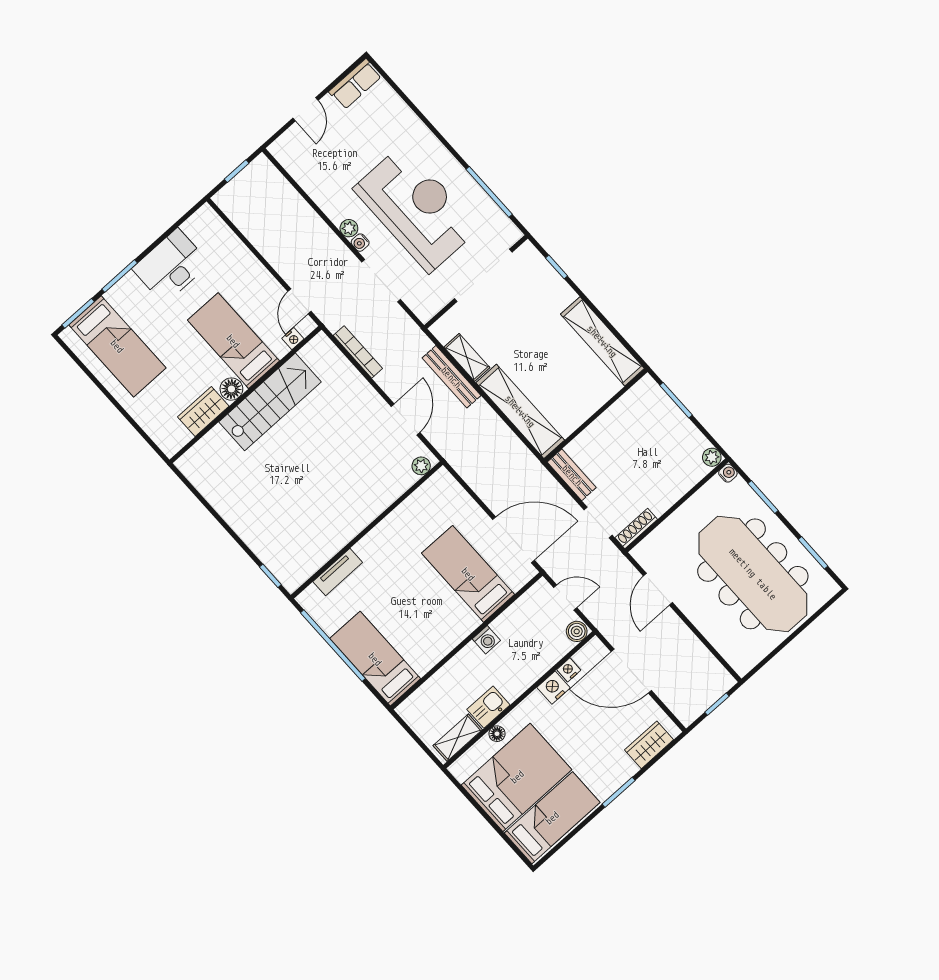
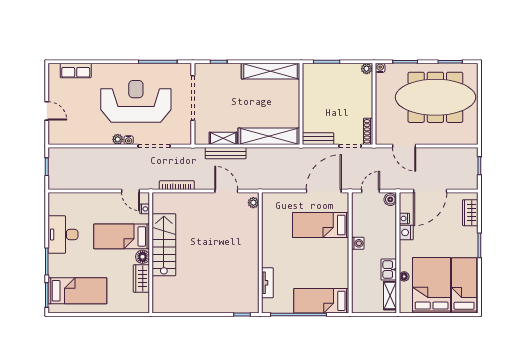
row of seats: (355, 84) -> (76, 70), moved, turned 90

